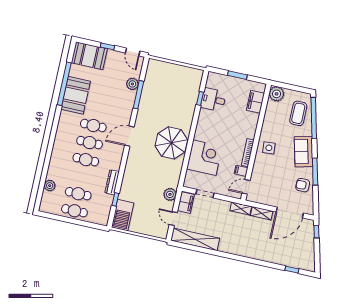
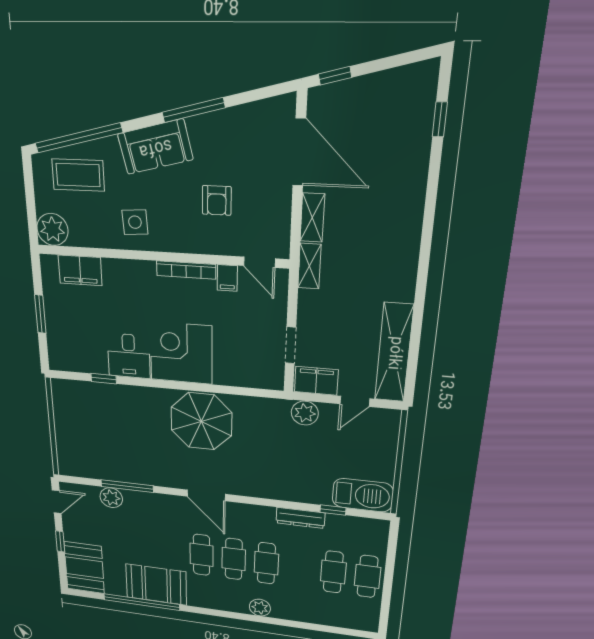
desk: (213, 100) -> (129, 356), moved
side table: (269, 148) -> (135, 222), moved
corner desk: (204, 158) -> (181, 353), moved
armchair: (303, 185) -> (217, 200), moved
plant: (50, 186) -> (260, 608), moved

